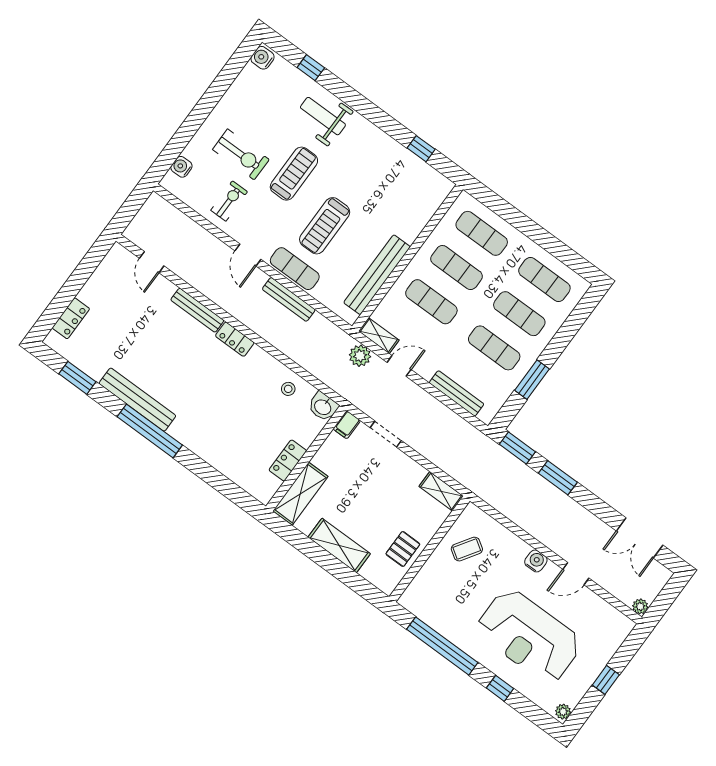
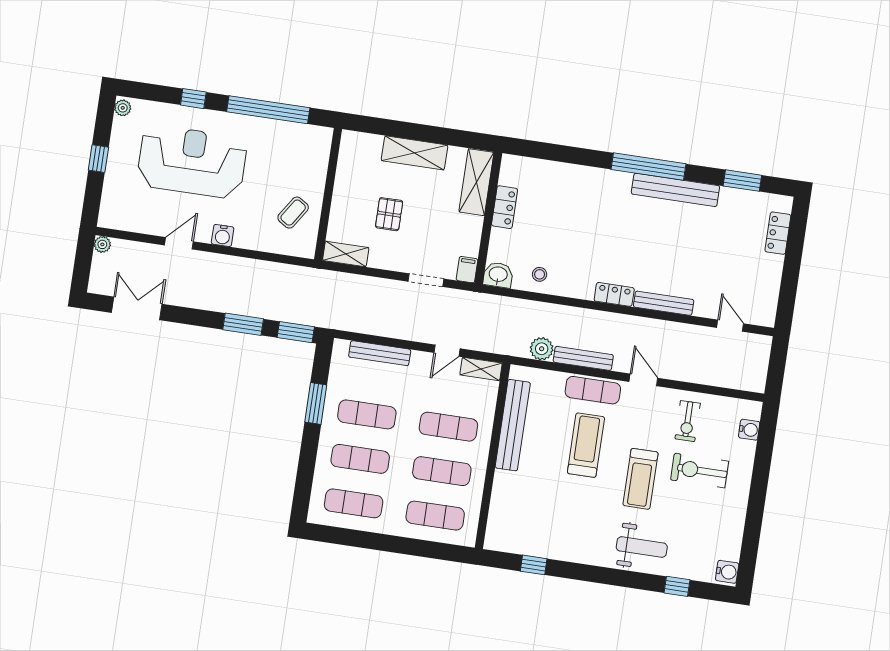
plant: (360, 356) -> (542, 349), moved
pallet: (403, 549) -> (389, 214), moved

